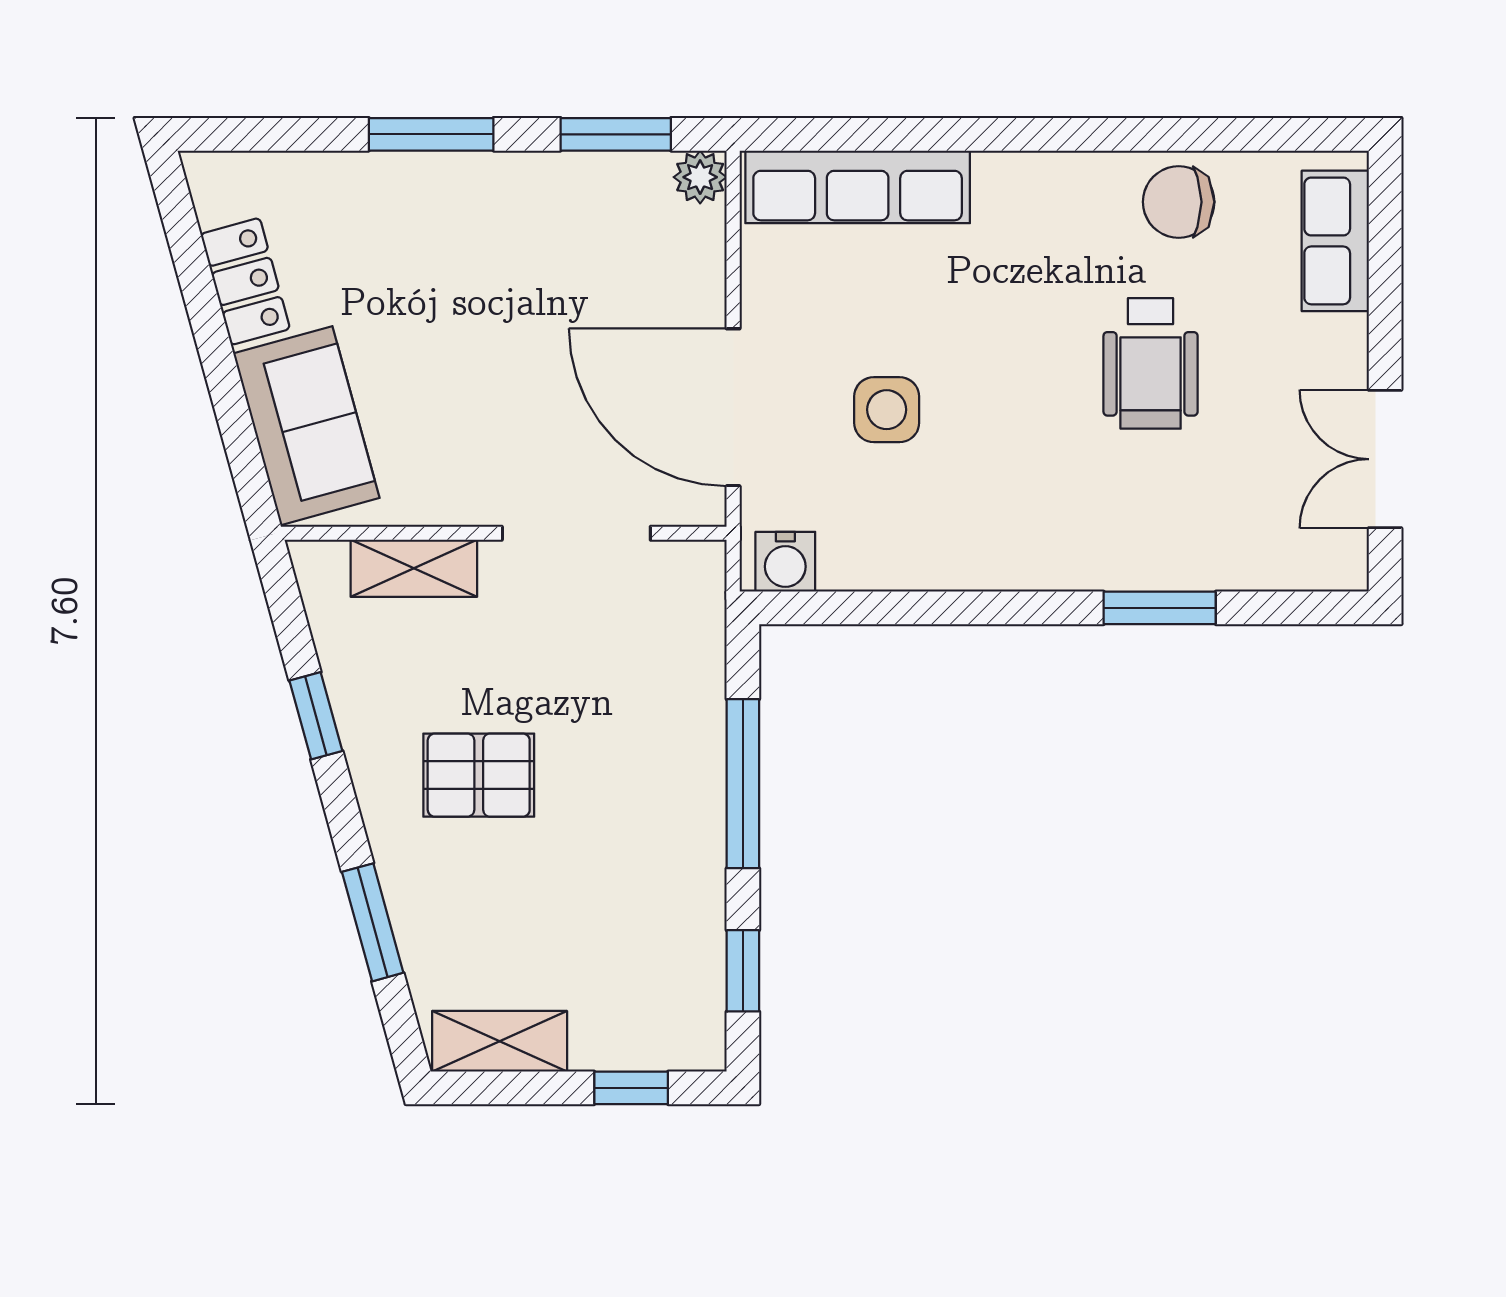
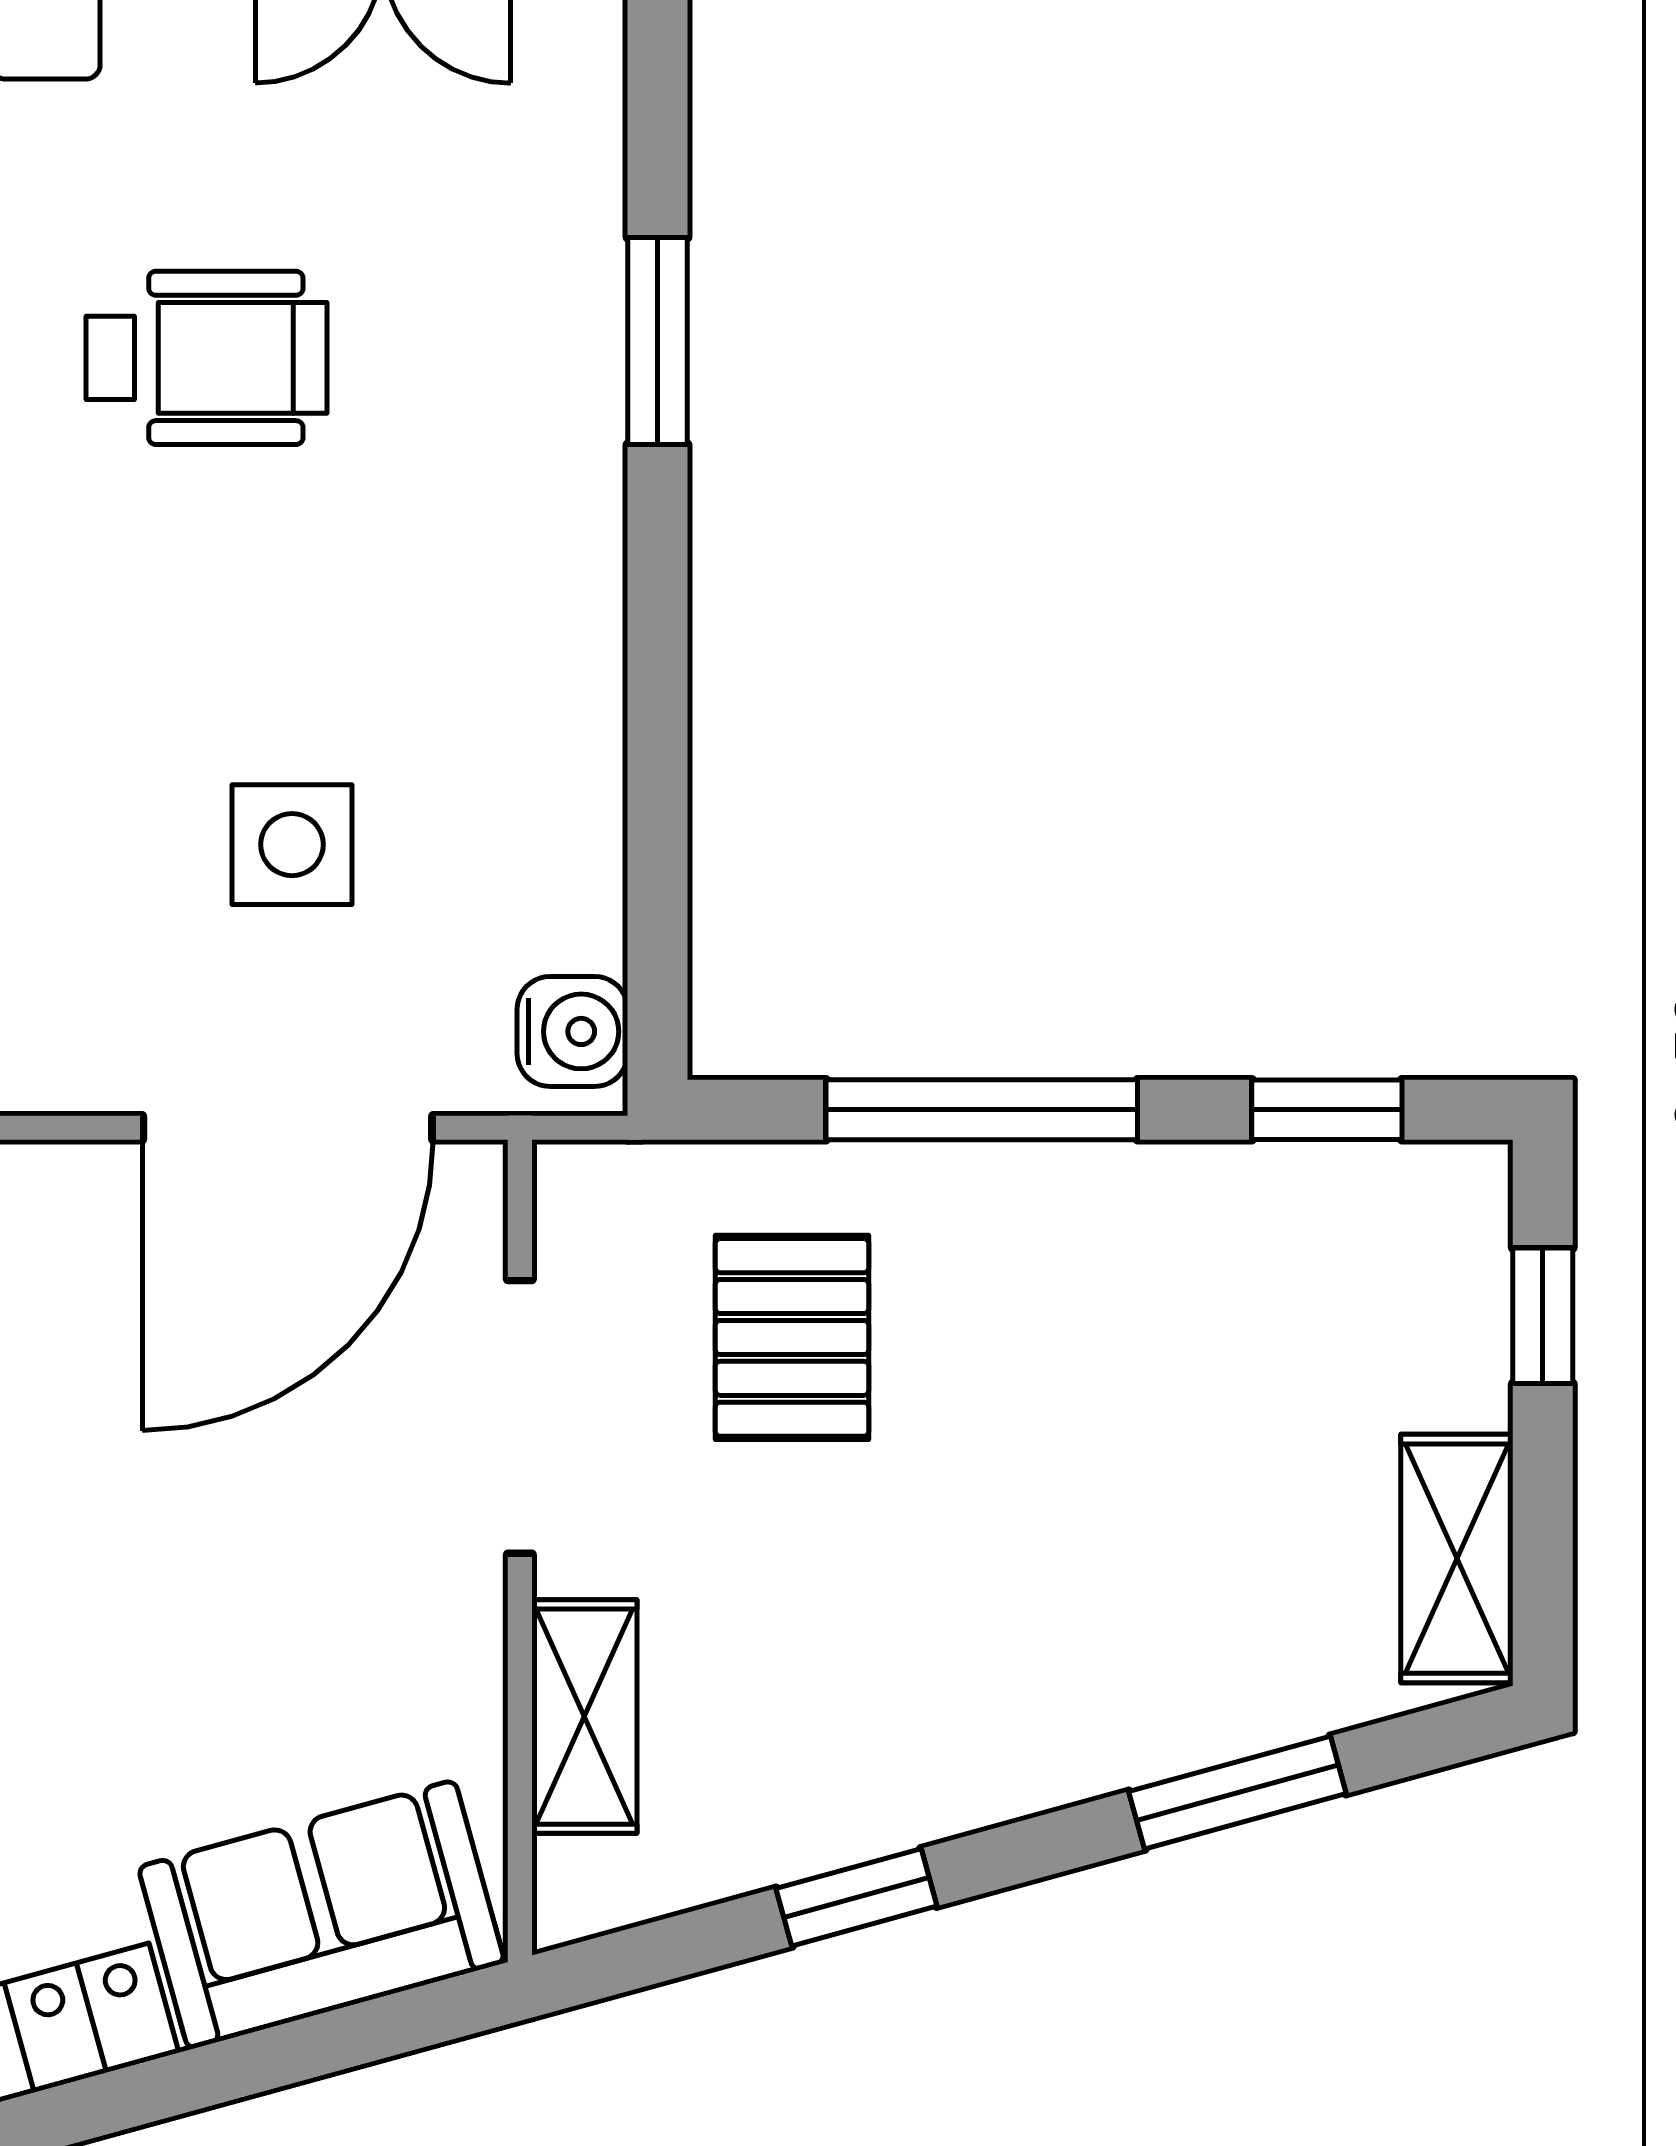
pallet: (479, 775) -> (792, 1337), moved

